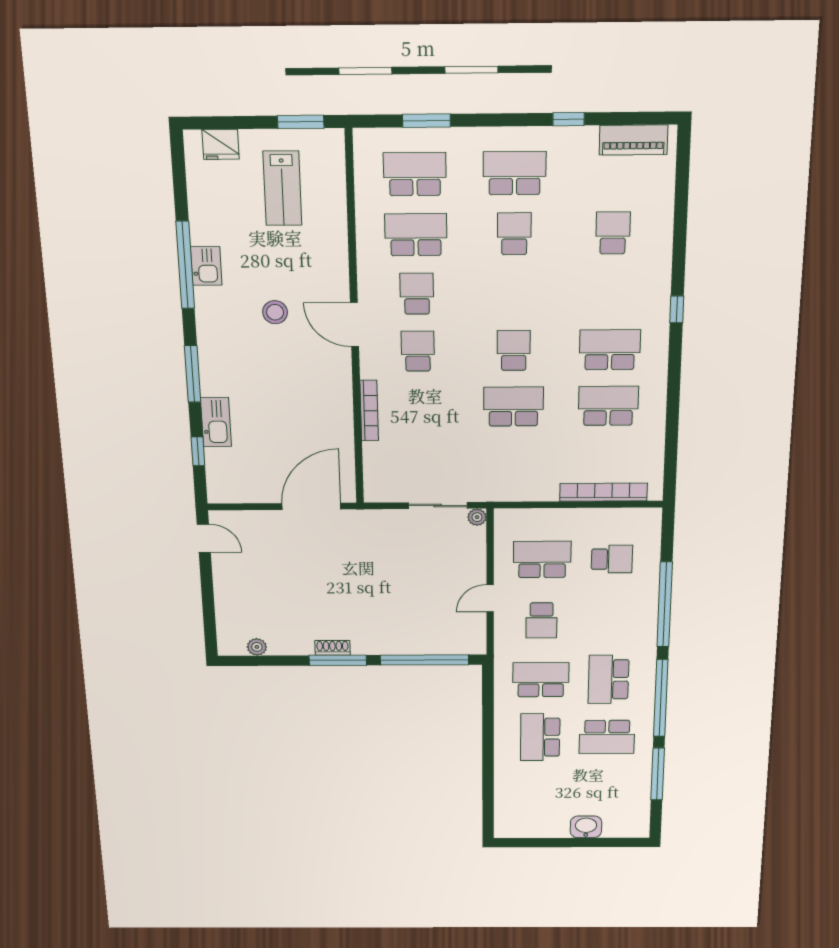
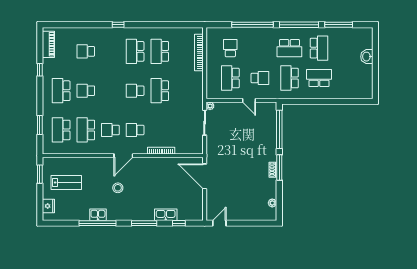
school desk: (540, 737) -> (319, 78), turned 180

